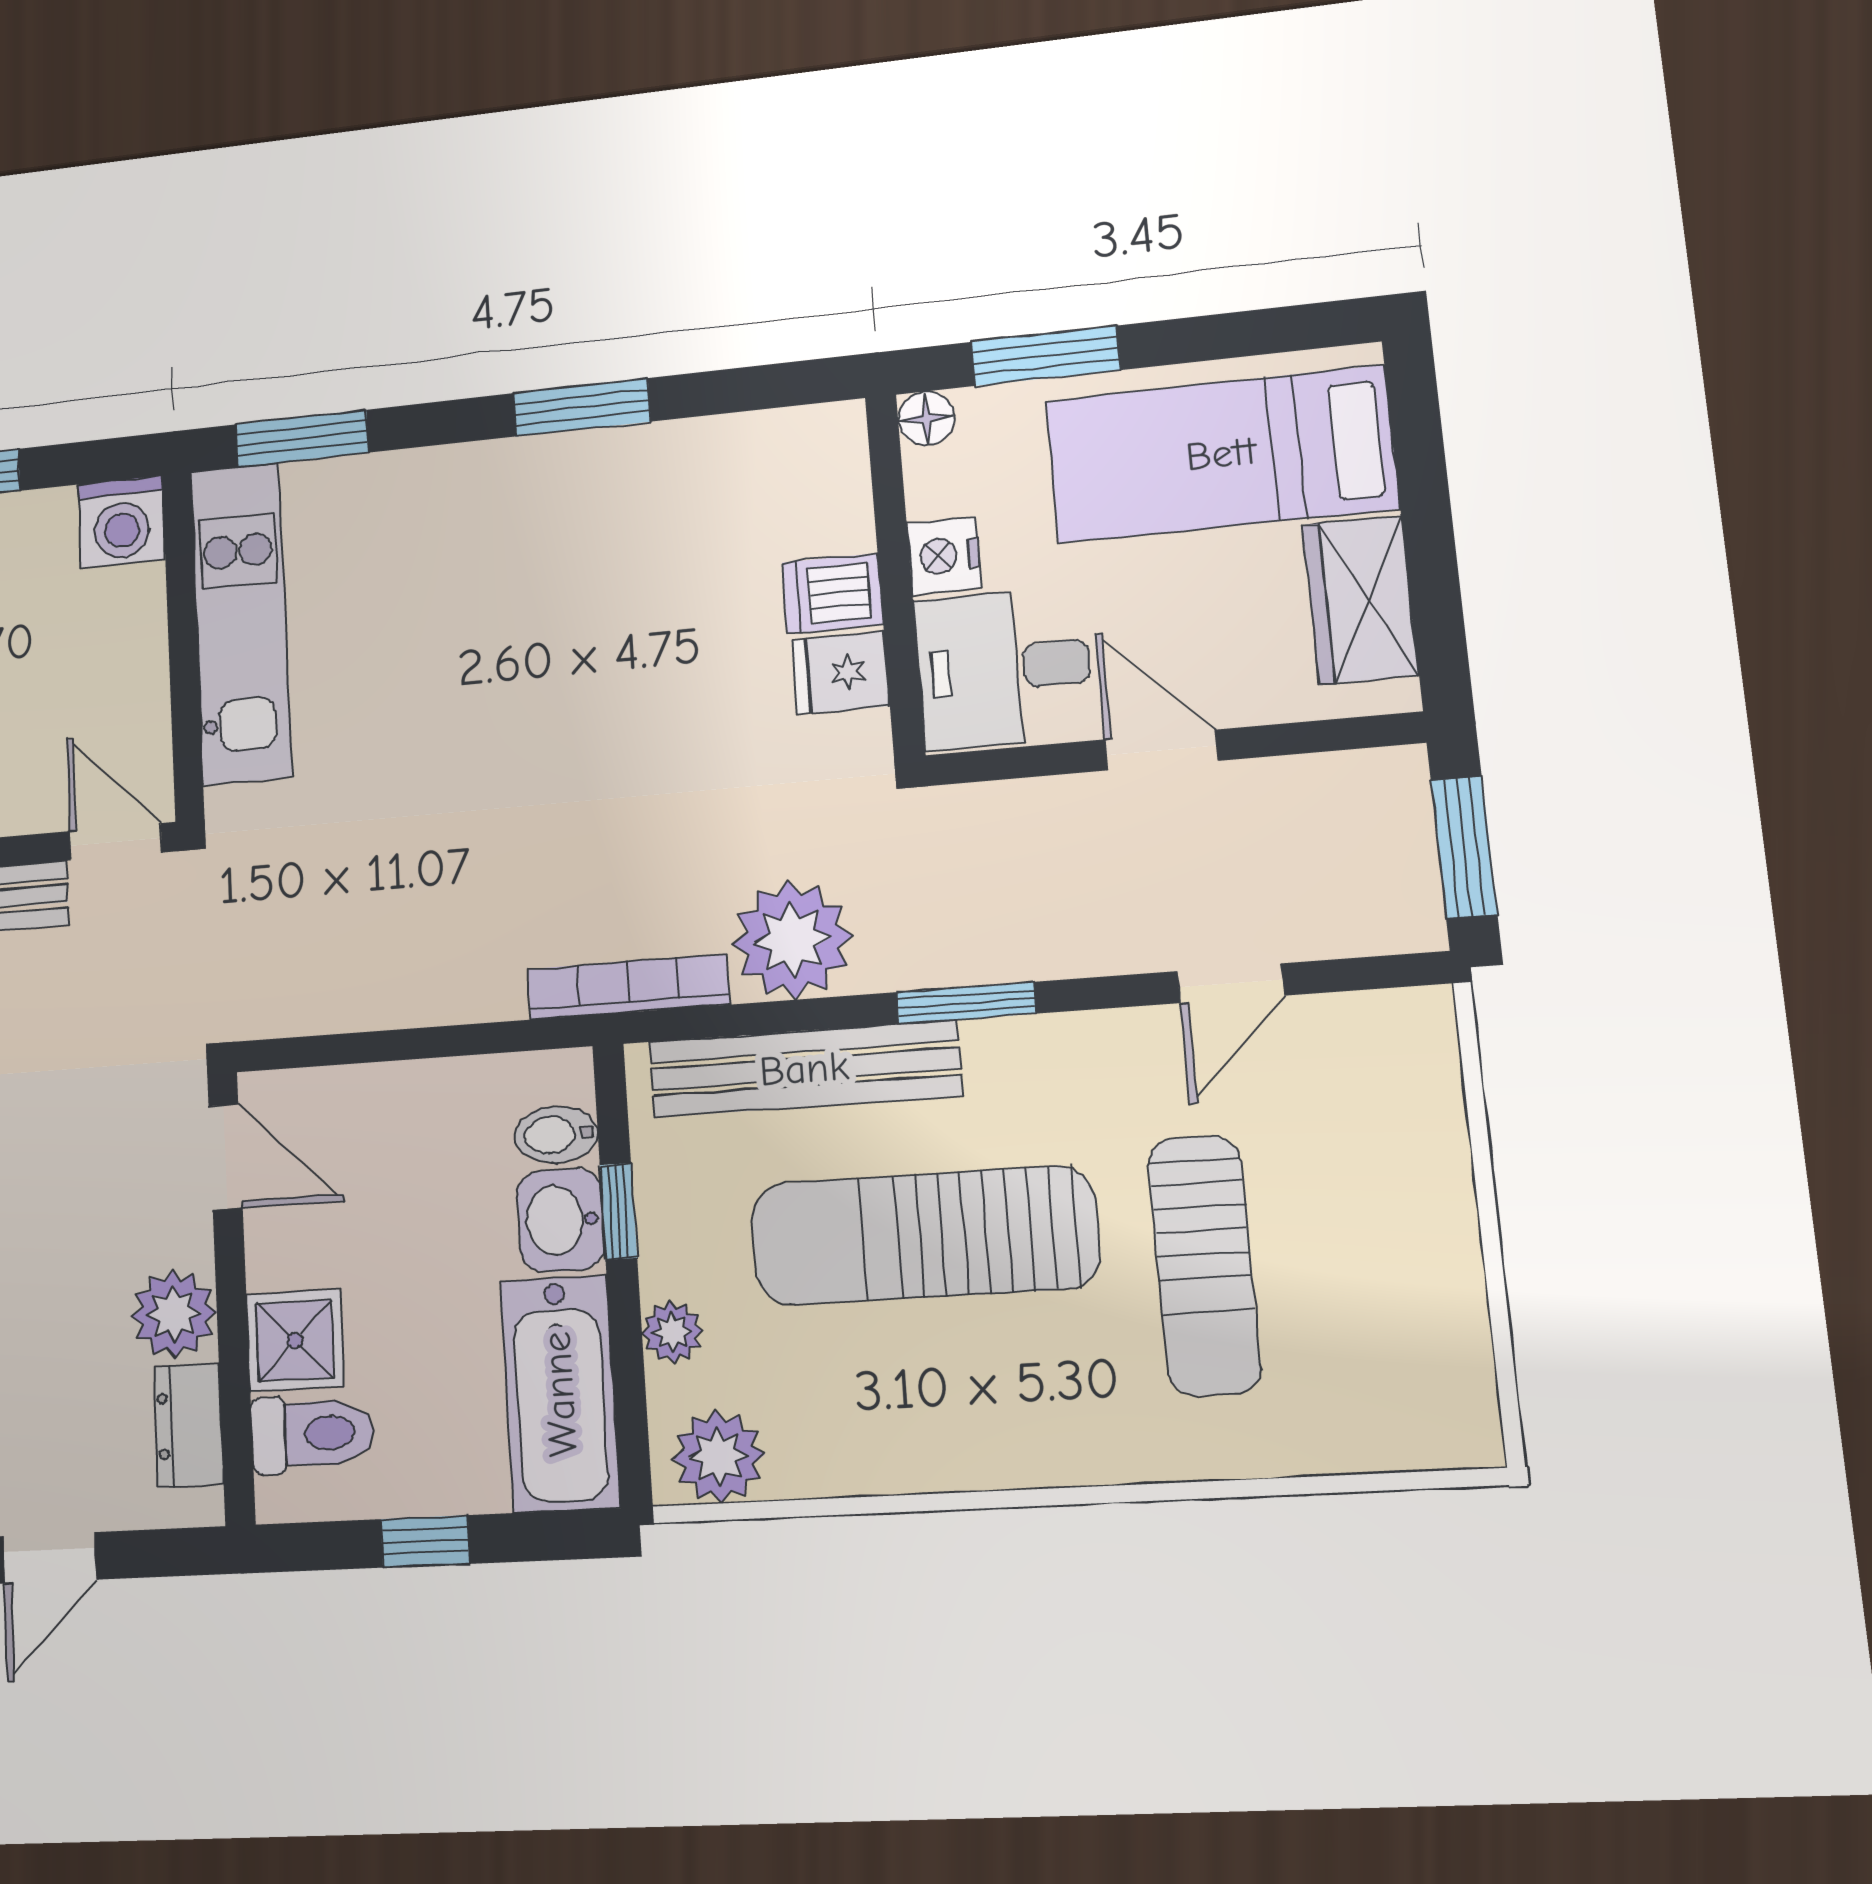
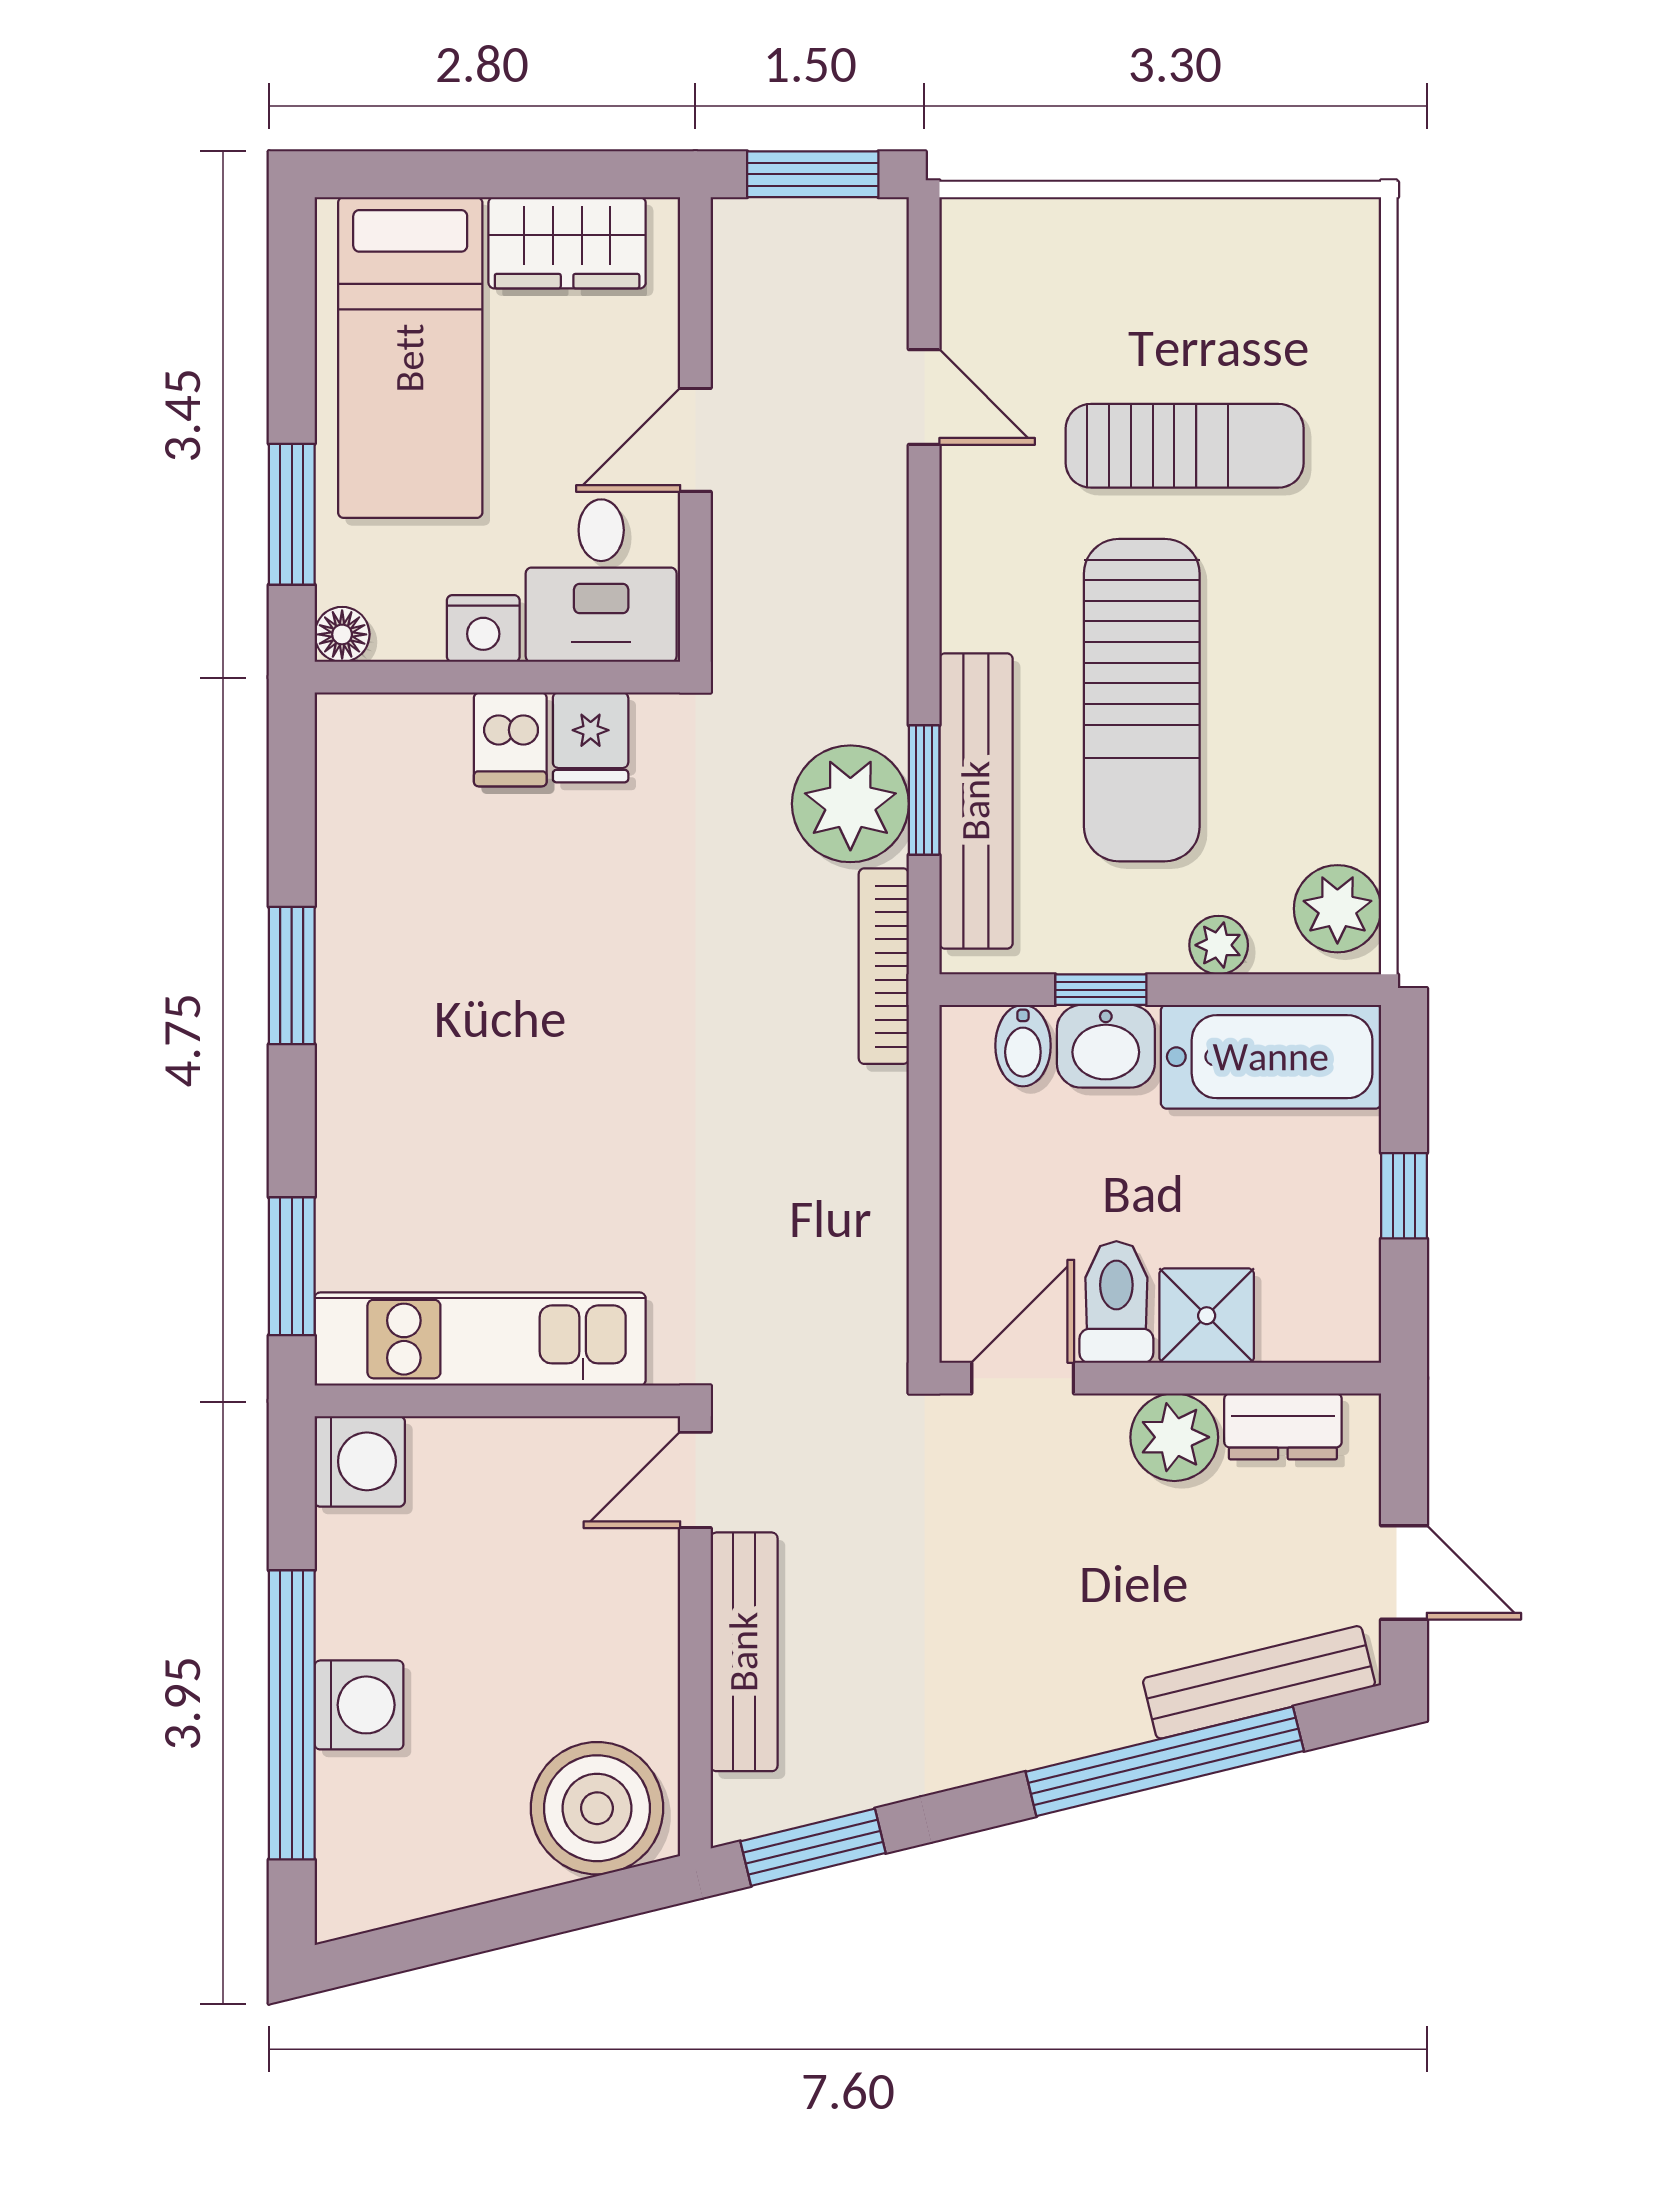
window: (966, 1003) -> (924, 790), moved
toilet: (313, 1434) -> (1116, 1302), moved

